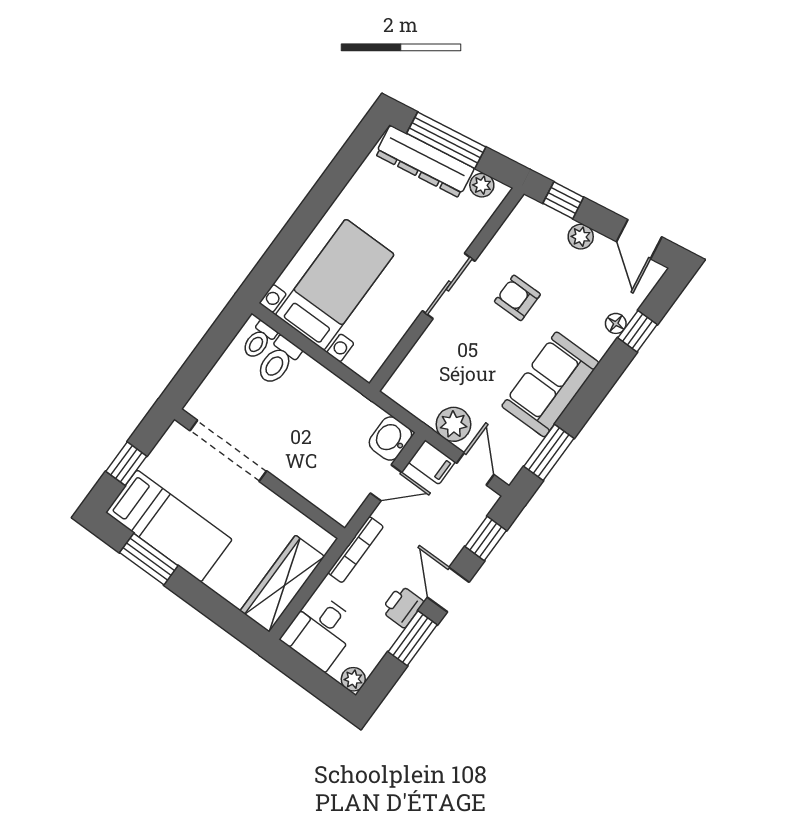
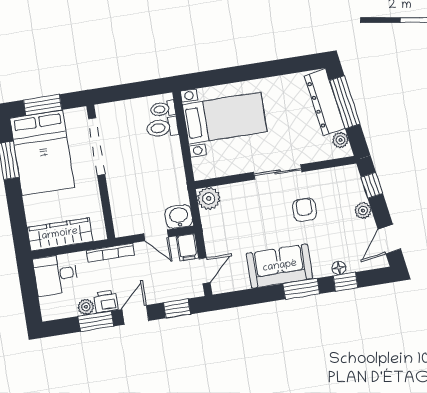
plant: (453, 424) -> (209, 198), moved
window: (549, 452) -> (301, 289), moved
window: (126, 464) -> (43, 105), width x1.50
bed: (169, 526) -> (42, 153), width x1.50
plant: (353, 679) -> (86, 307), moved

